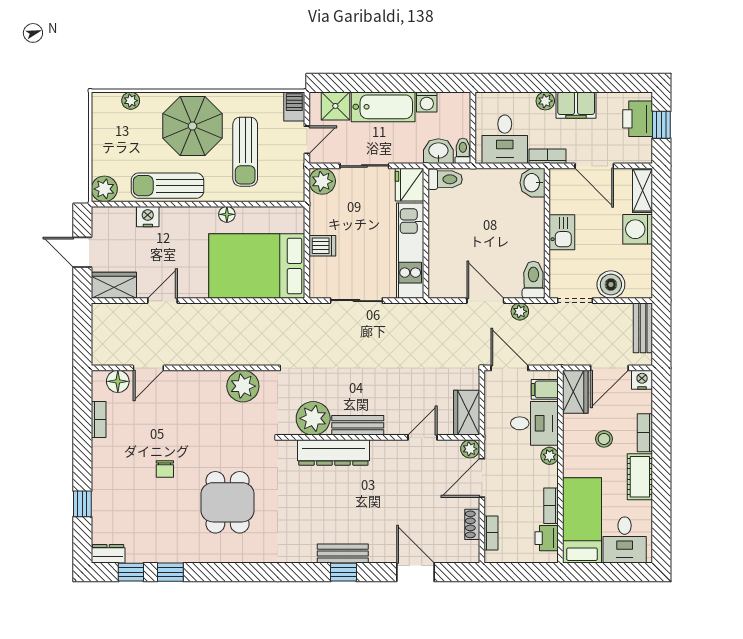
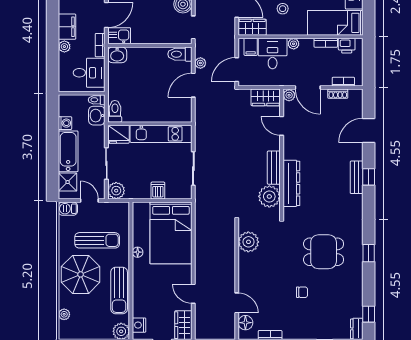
nightstand: (148, 217) -> (139, 325), moved
kitchen sink: (562, 232) -> (119, 36), moved
window: (170, 572) -> (369, 253), moved

